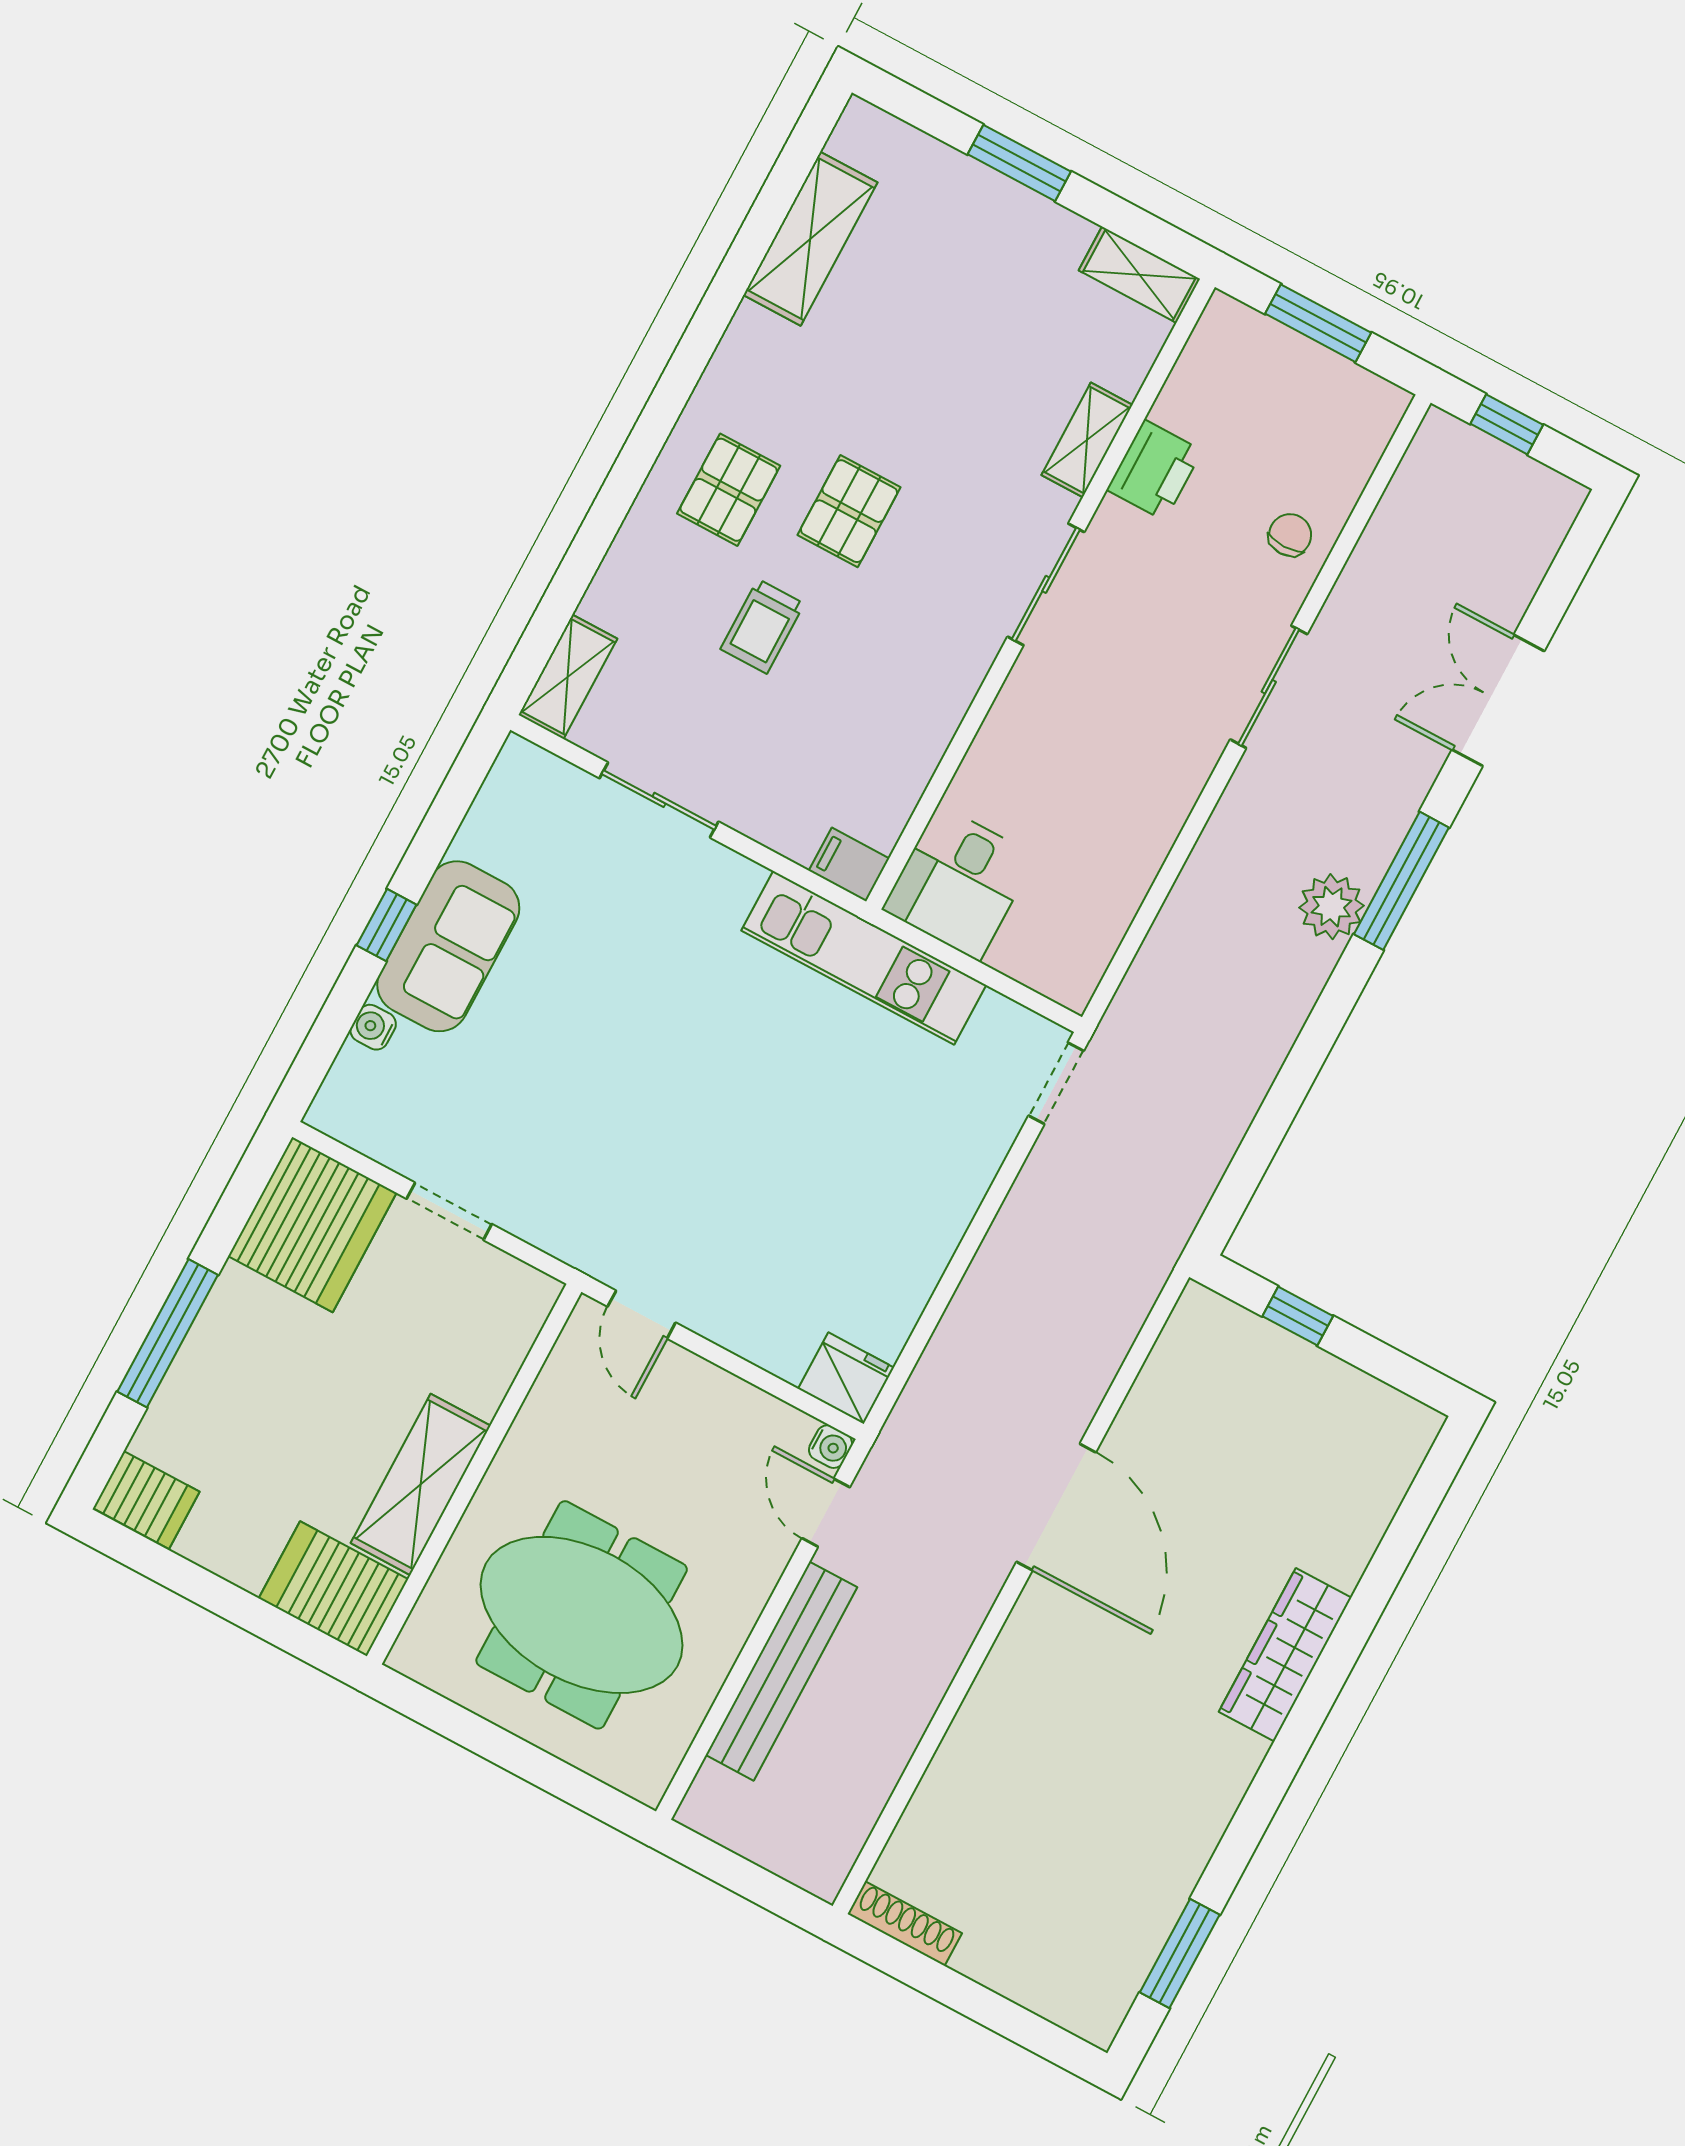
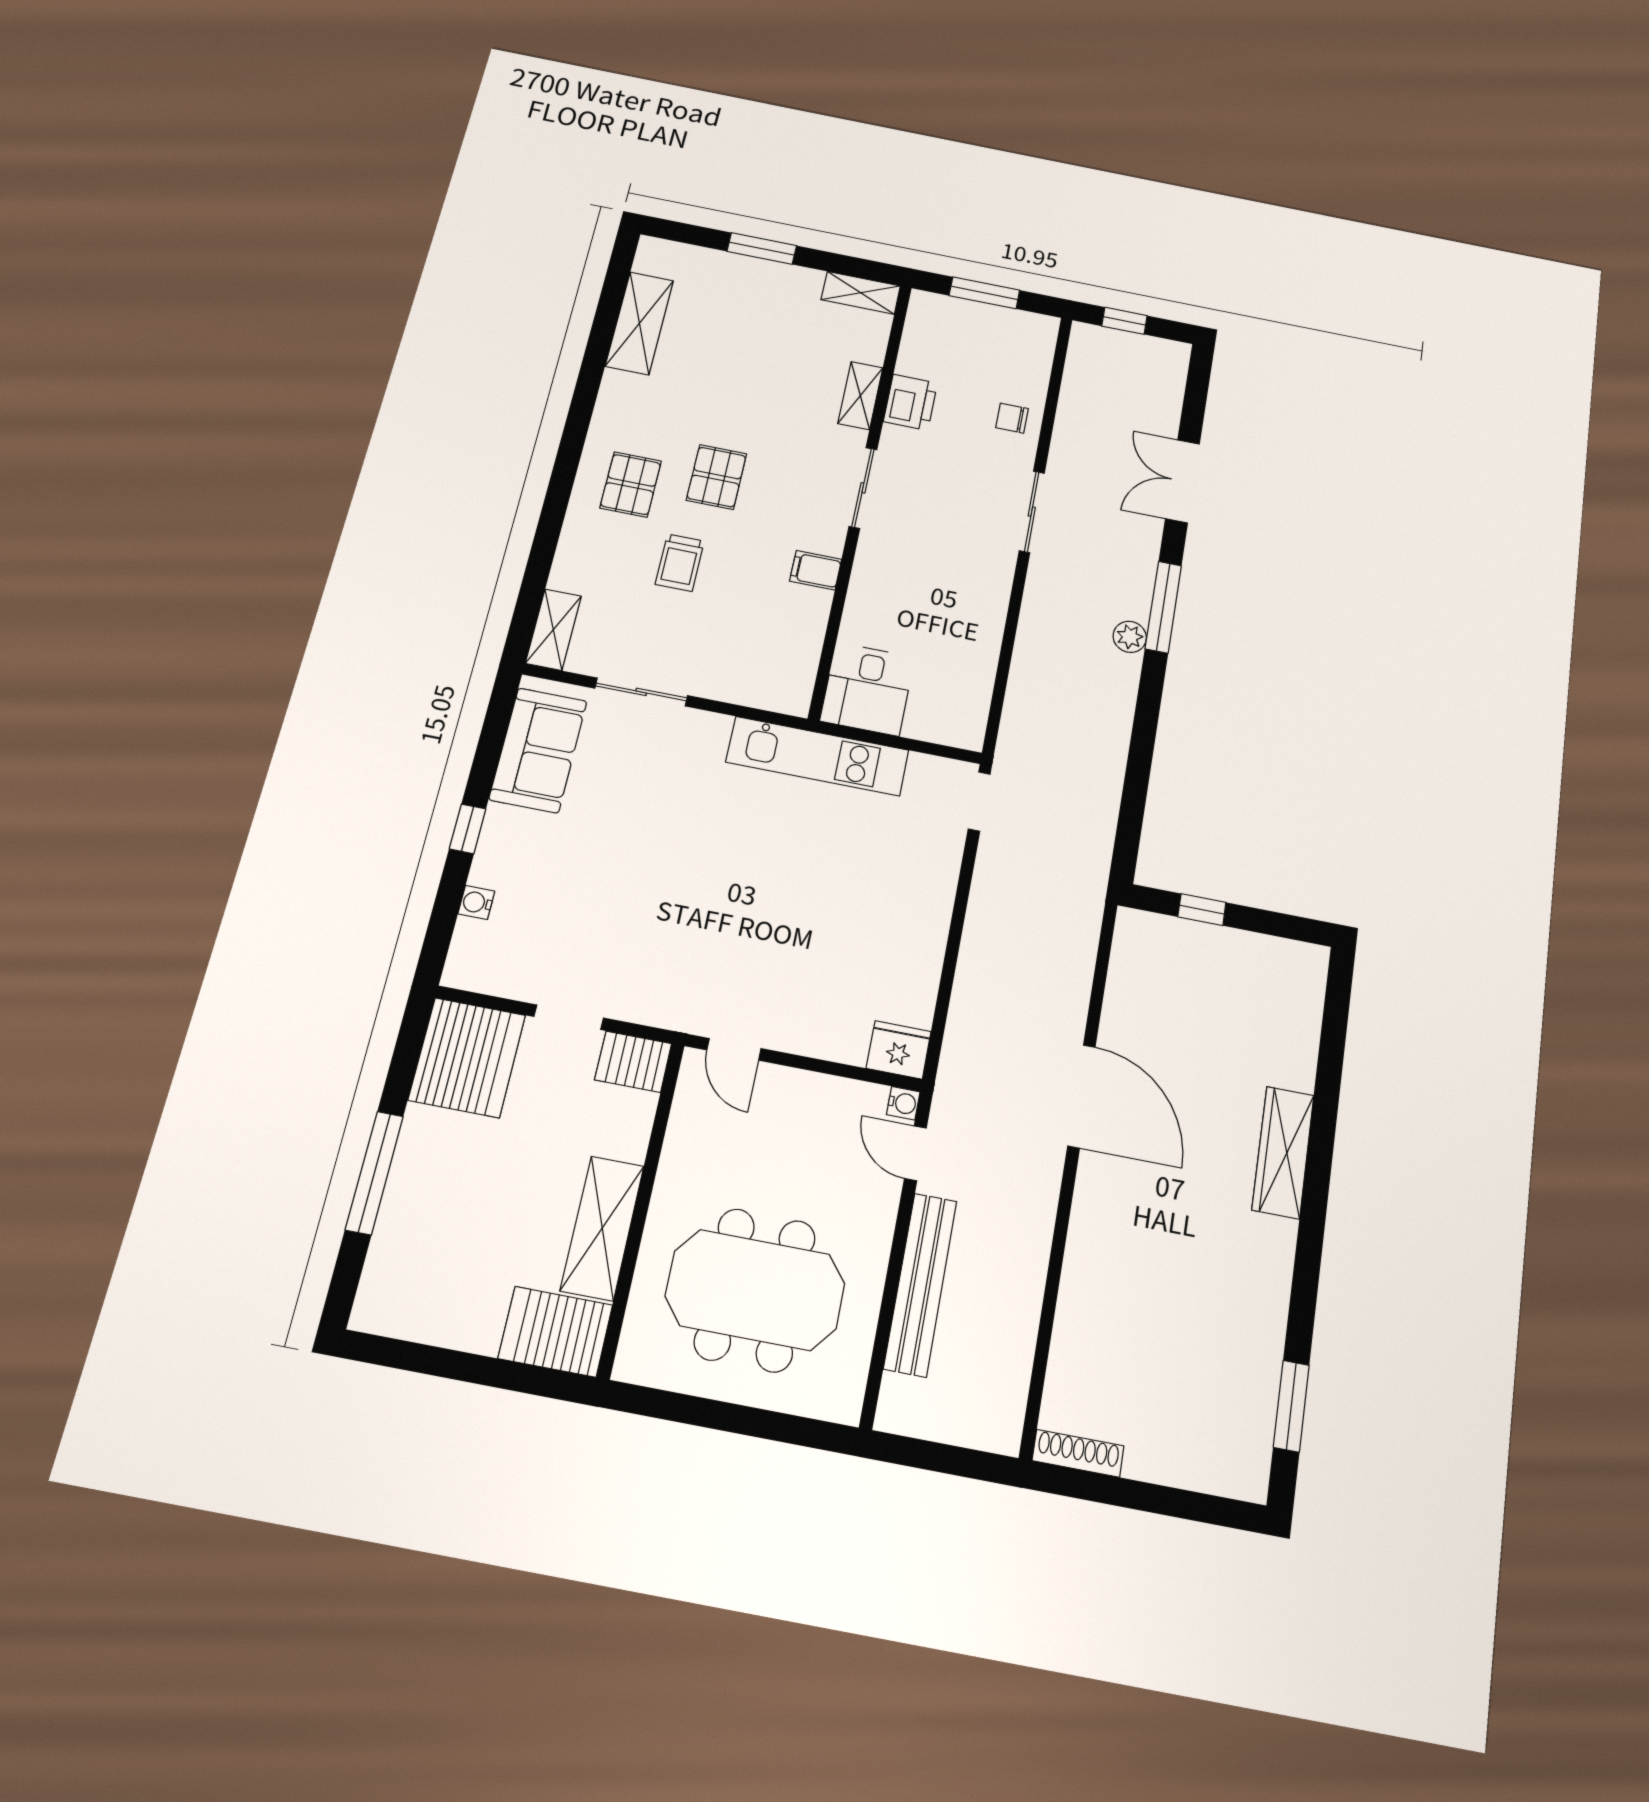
chair: (1290, 535) -> (1012, 418), turned -90
filing cabinet: (849, 865) -> (816, 570), moved
plant: (1331, 907) -> (1130, 637), width x0.73, depth x0.73
sofa: (448, 946) -> (538, 750), moved
server rack: (146, 1500) -> (633, 1062), moved, turned 180

